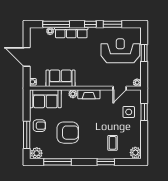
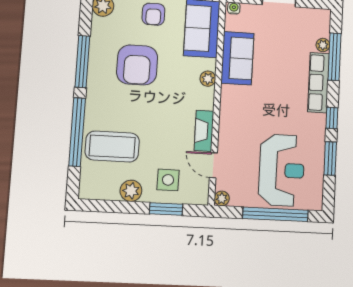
window: (144, 53) -> (275, 214), width x2.11
fireplace: (89, 94) -> (204, 131), moved
coffee table: (113, 143) -> (112, 147), width x1.86, depth x1.72
plant: (135, 153) -> (131, 191), moved
window: (57, 162) -> (82, 62), moved
window: (106, 162) -> (77, 132), width x2.11

